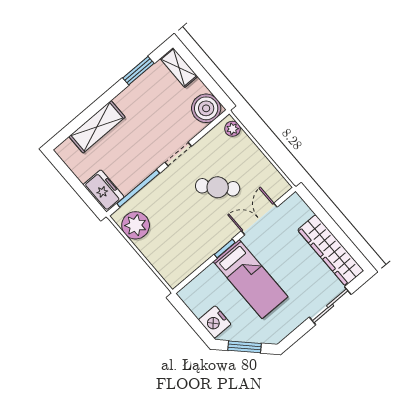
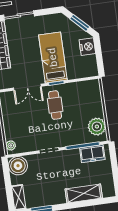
cafe table: (218, 187) -> (55, 105), moved, turned 44
freezer: (104, 191) -> (92, 154), moved, turned -90

